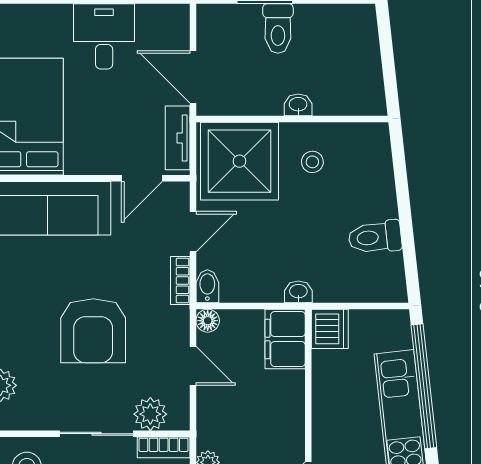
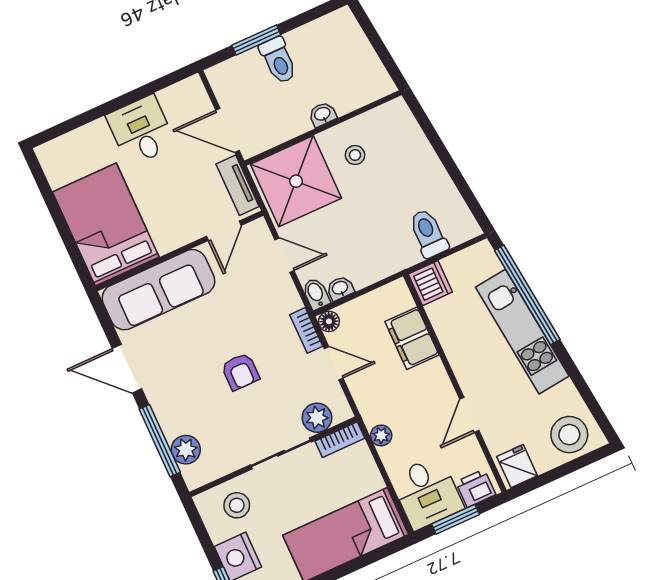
door: (193, 232) -> (284, 255), hinge flipped
toilet: (375, 237) -> (428, 233), moved, turned 96
bookcase: (180, 281) -> (306, 330), moved
washbasin: (298, 292) -> (340, 288), moved
armchair: (93, 331) -> (240, 372), width x0.53, depth x0.53
filing cabinet: (285, 339) -> (412, 338), moved

